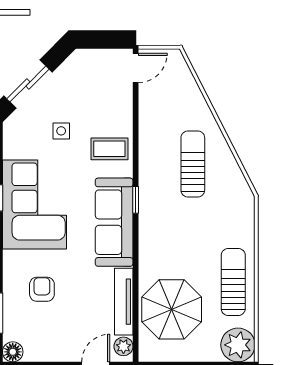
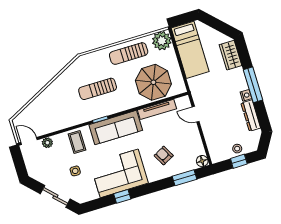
sun lounger: (193, 164) -> (98, 89), moved
armchair: (42, 289) -> (164, 156), turned 62
plant: (123, 346) -> (47, 143), moved

